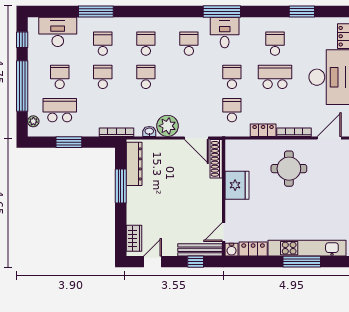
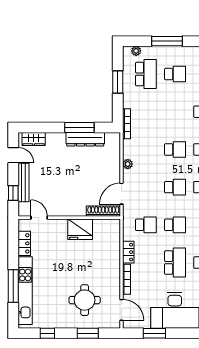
school desk: (103, 77) -> (175, 187), moved
window: (22, 86) -> (167, 41), width x0.68
plant: (167, 126) -> (128, 164), width x0.53, depth x0.53
washbasin: (149, 131) -> (127, 152), removed
dresser: (134, 164) -> (85, 139), moved
round table: (289, 169) -> (85, 300), moved
bench: (200, 250) -> (24, 183), moved
water cooler: (231, 250) -> (24, 224), removed

